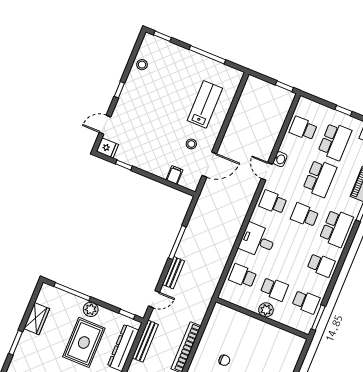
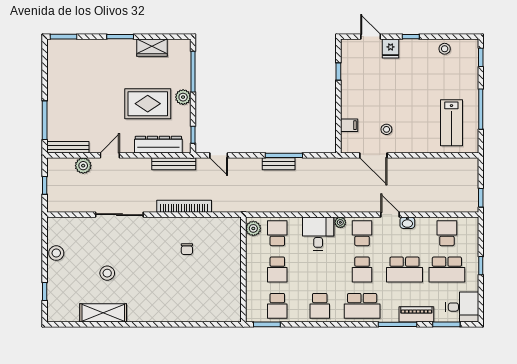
lab bench: (205, 104) -> (451, 123), moved, turned 90
fridge: (107, 148) -> (391, 48), moved
door: (267, 171) -> (390, 215), hinge flipped
school desk: (305, 215) -> (362, 270), turned 180
plant: (256, 217) -> (340, 222), added
bench: (173, 273) -> (279, 164), moved
plant: (266, 310) -> (253, 228), moved

